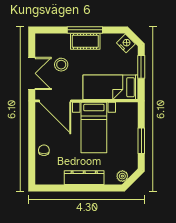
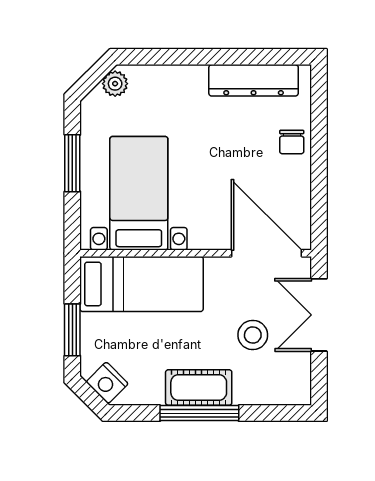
bed with nightstands: (94, 127) -> (139, 193), moved
dresser: (84, 178) -> (254, 80), moved

